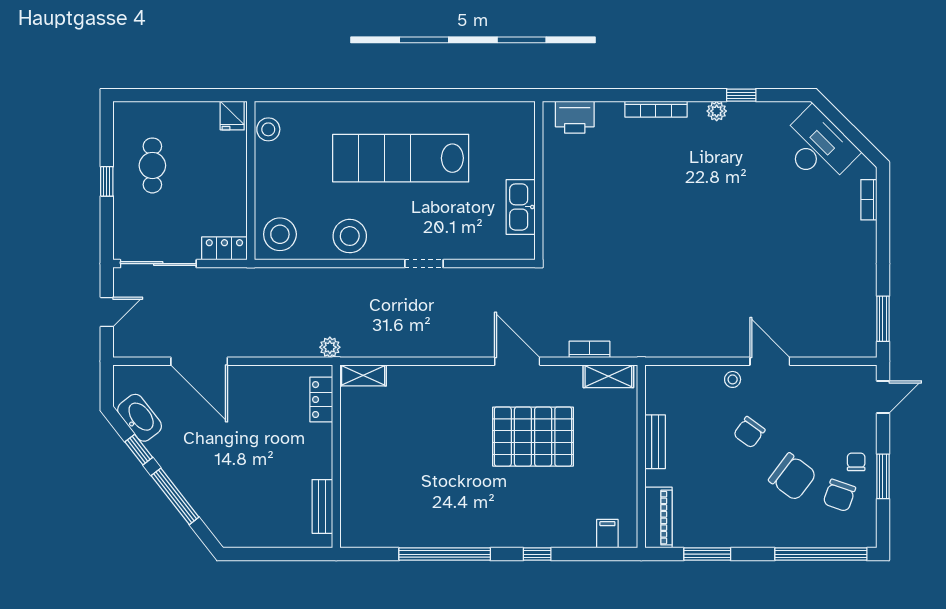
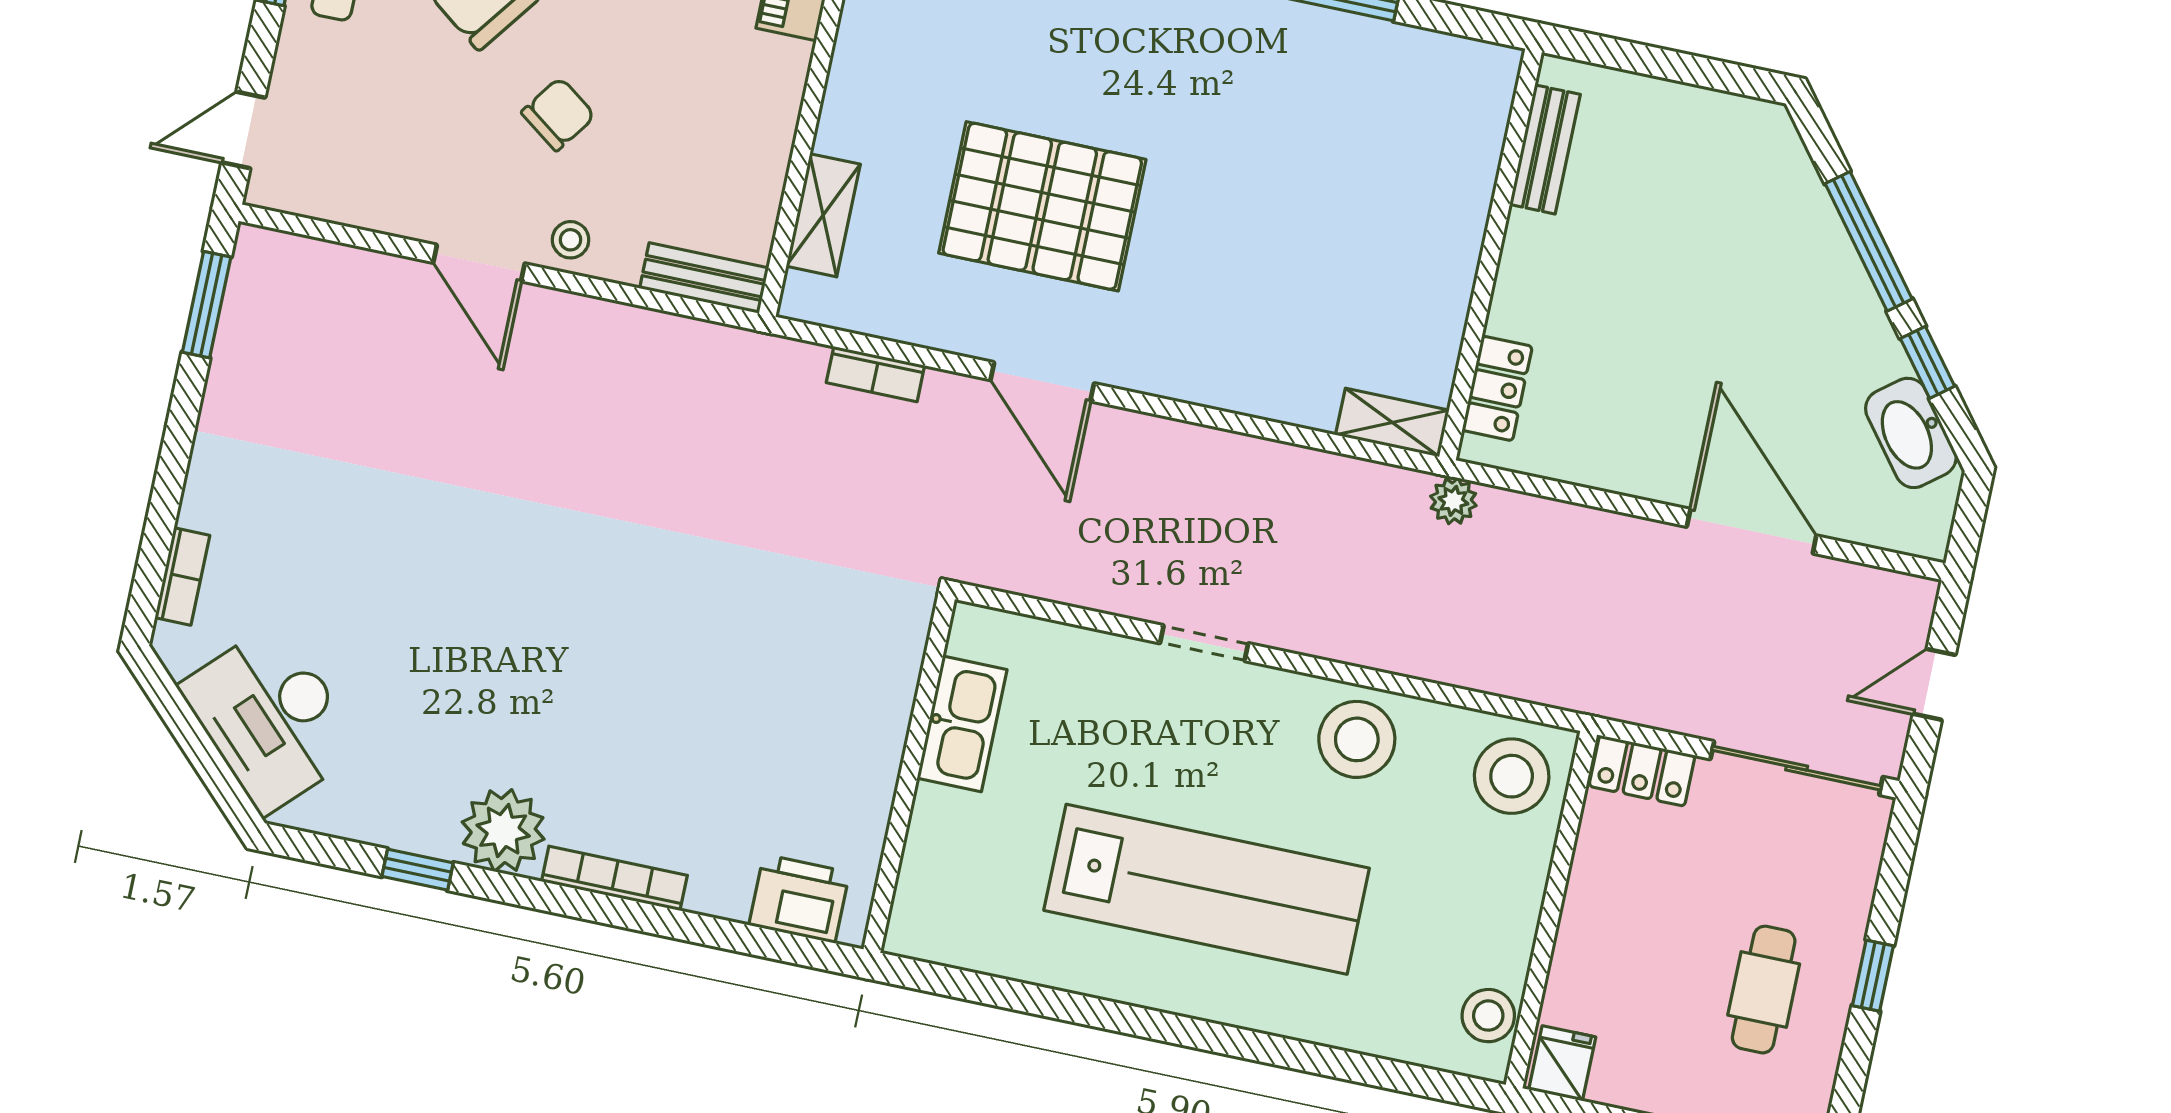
plant: (717, 111) -> (503, 831), width x1.88, depth x1.88
shelving: (608, 376) -> (823, 215), moved, turned 90
bench: (655, 442) -> (704, 278), moved, turned 90

